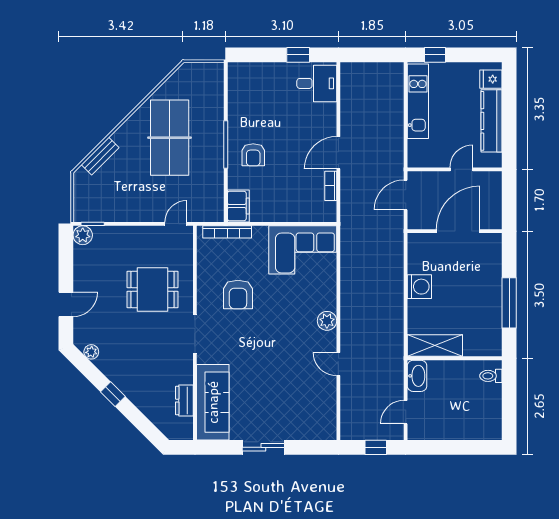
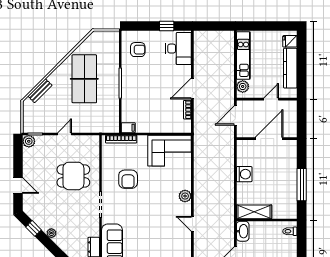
window: (435, 55) -> (254, 26), removed
desk: (317, 83) -> (179, 49), width x1.37
plant: (417, 150) -> (243, 86), added
armchair: (253, 155) -> (138, 50), moved, turned -90
filing cabinet: (238, 206) -> (128, 128), width x0.50
door: (176, 224) -> (64, 134), moved
door: (66, 304) -> (18, 186), hinge flipped
plant: (91, 352) -> (51, 233), moved
window: (113, 394) -> (34, 228), moved

